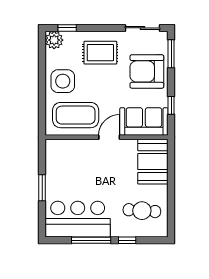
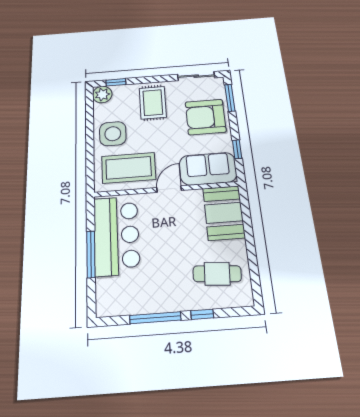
rug: (100, 53) -> (153, 103), turned 90
window: (42, 188) -> (91, 254), width x1.44
bar counter: (78, 219) -> (116, 235), moved, turned 90

